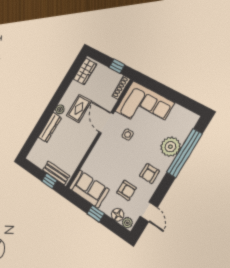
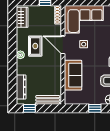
dresser: (50, 128) -> (21, 87), moved
window: (49, 181) -> (29, 108), moved
sofa: (89, 189) -> (73, 75), moved, turned 90

